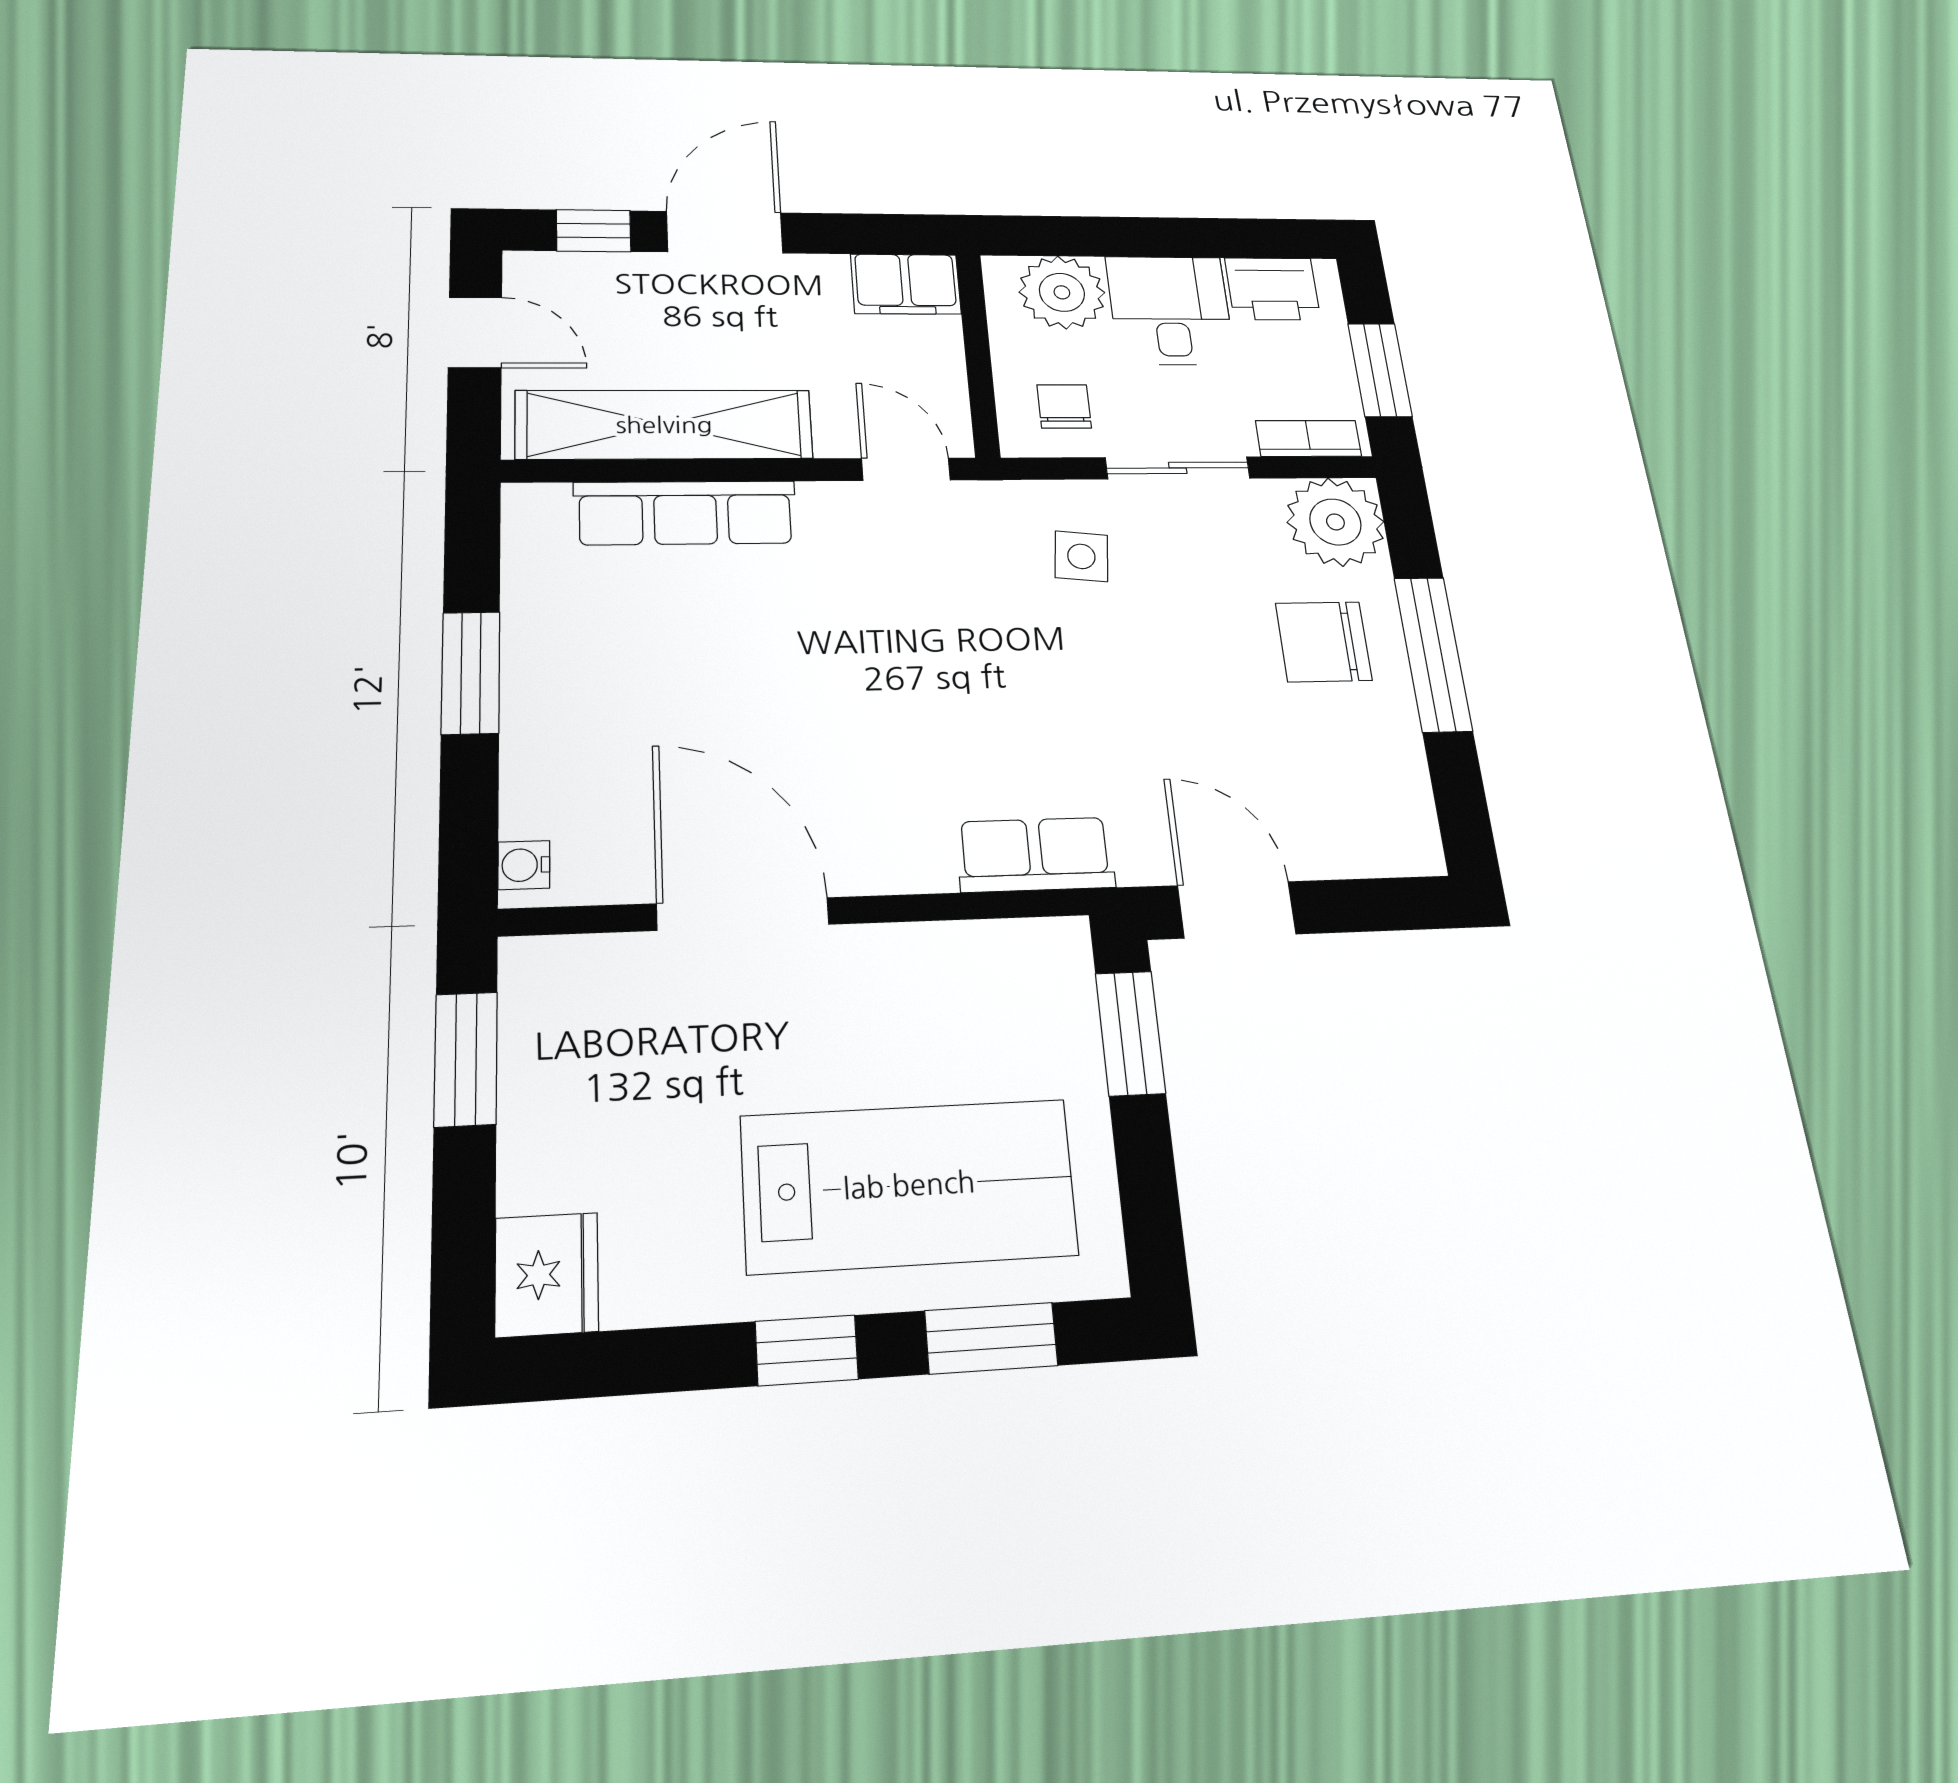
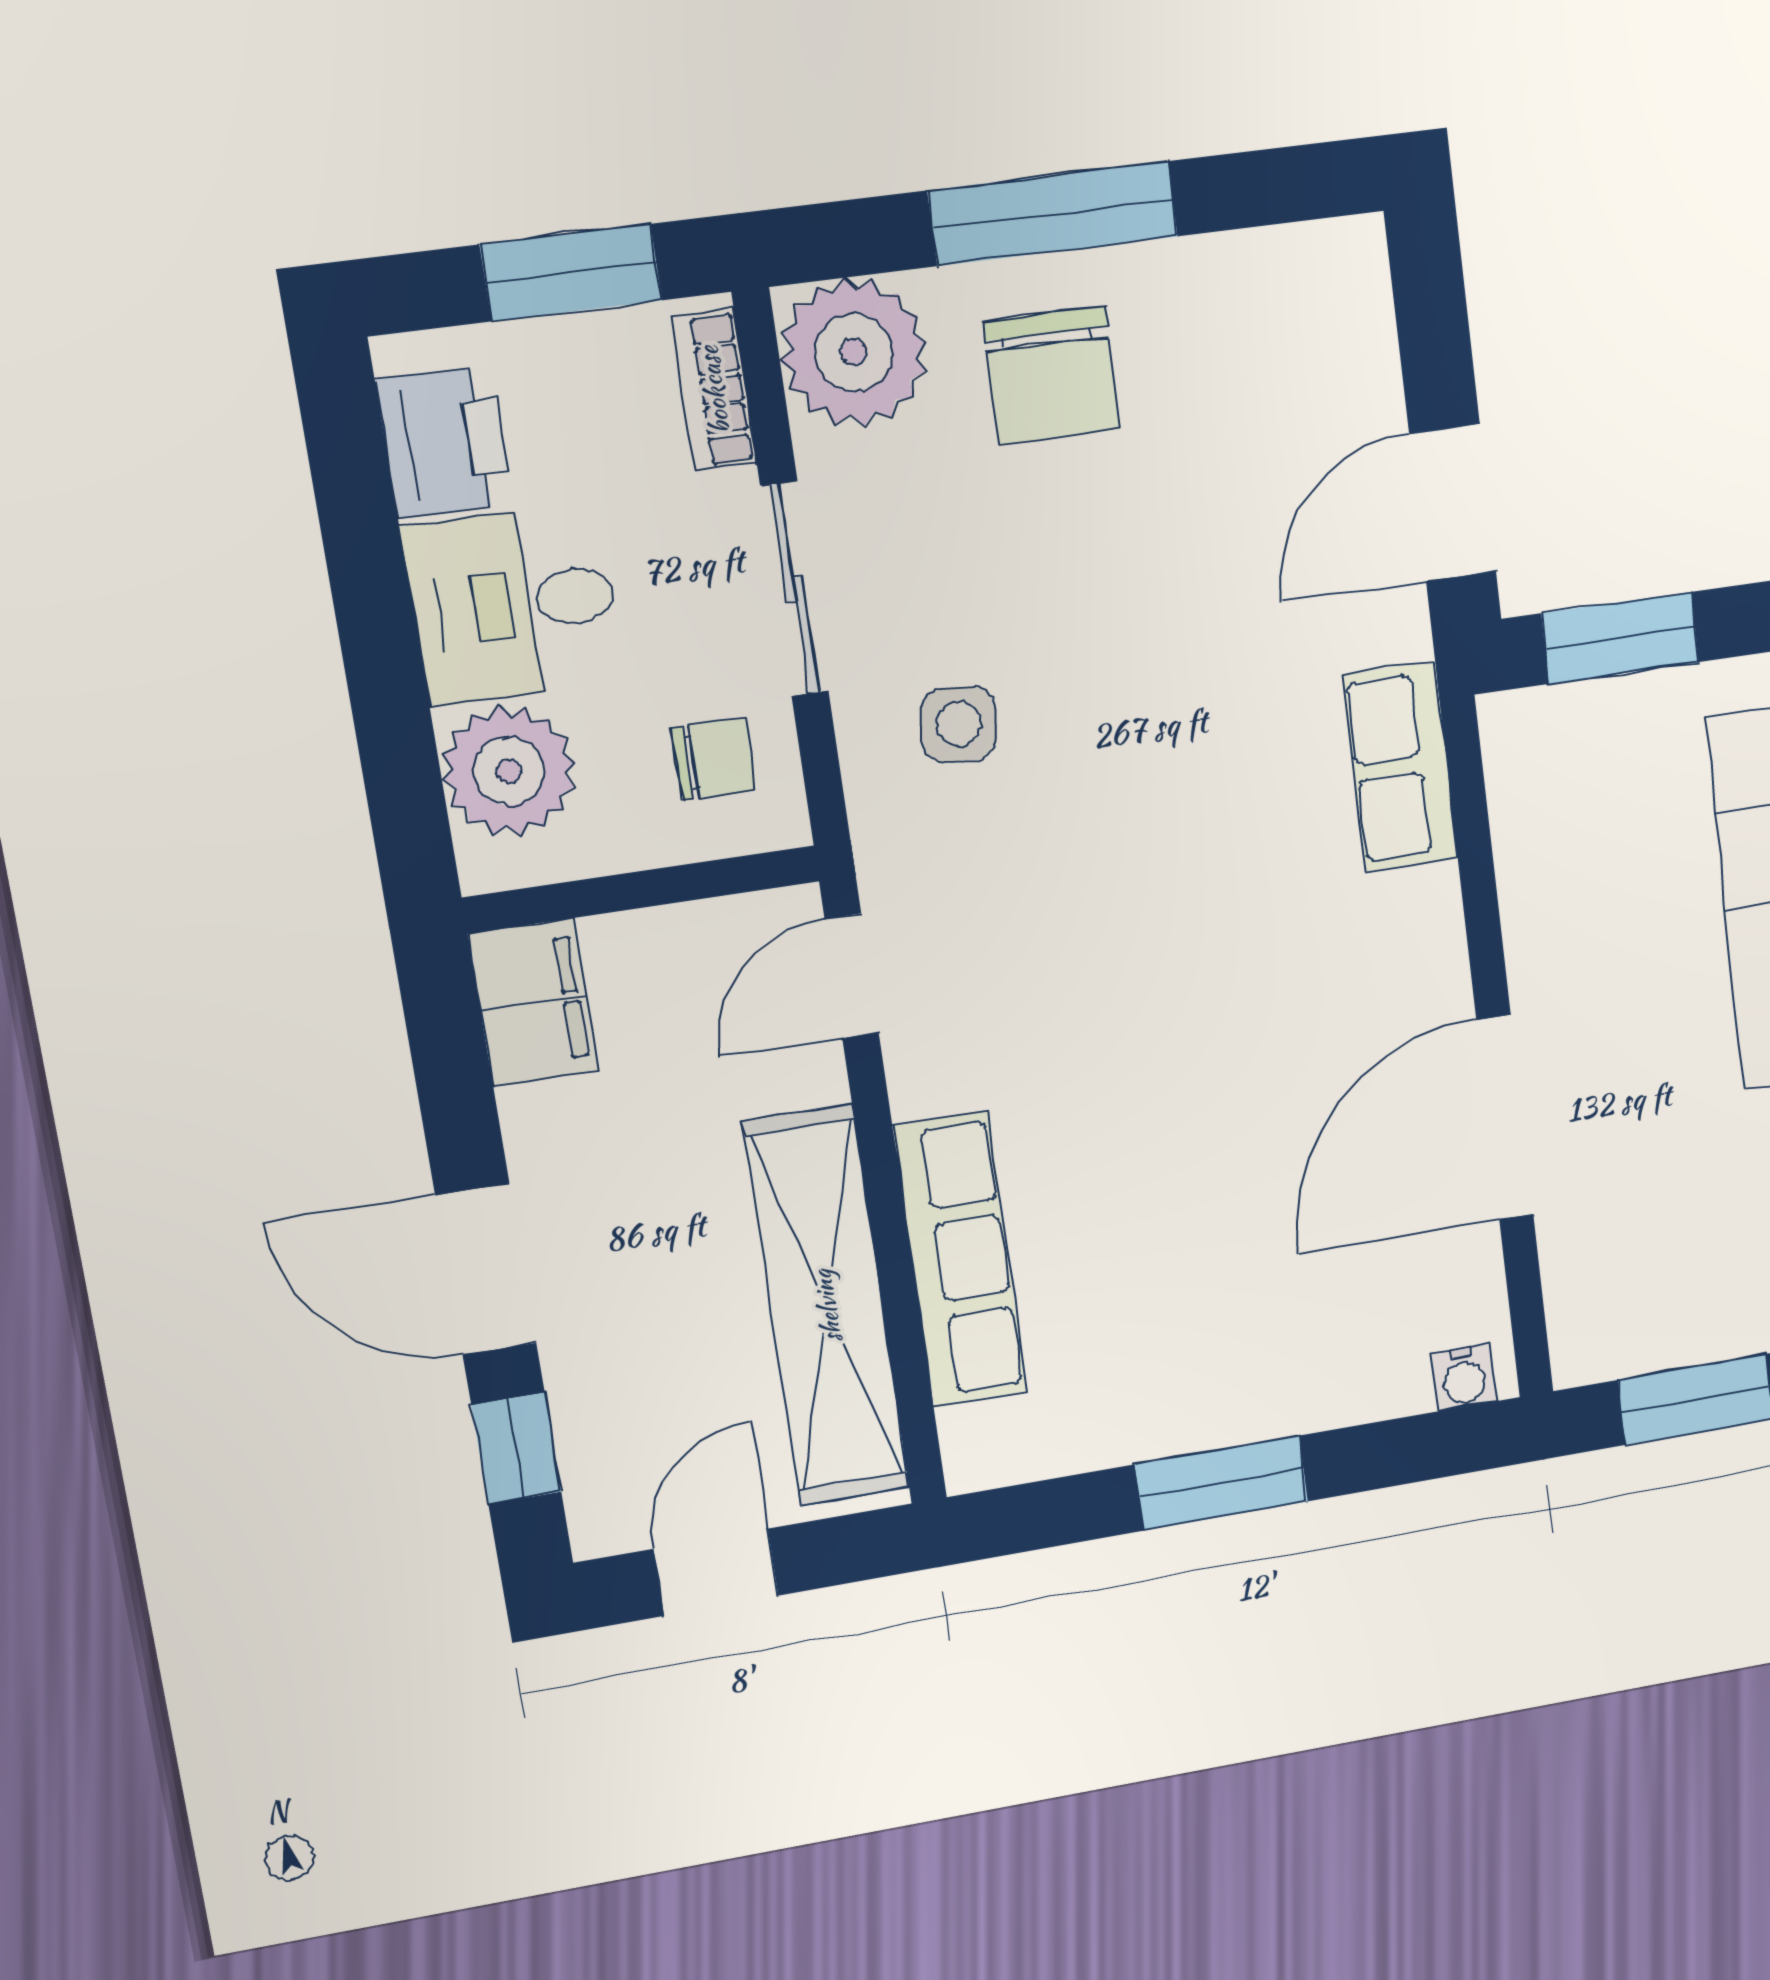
chair: (1064, 406) -> (713, 759), turned 180

